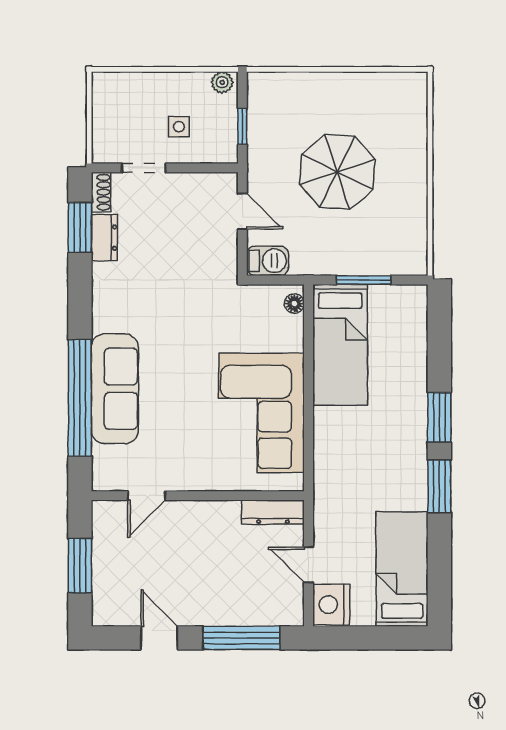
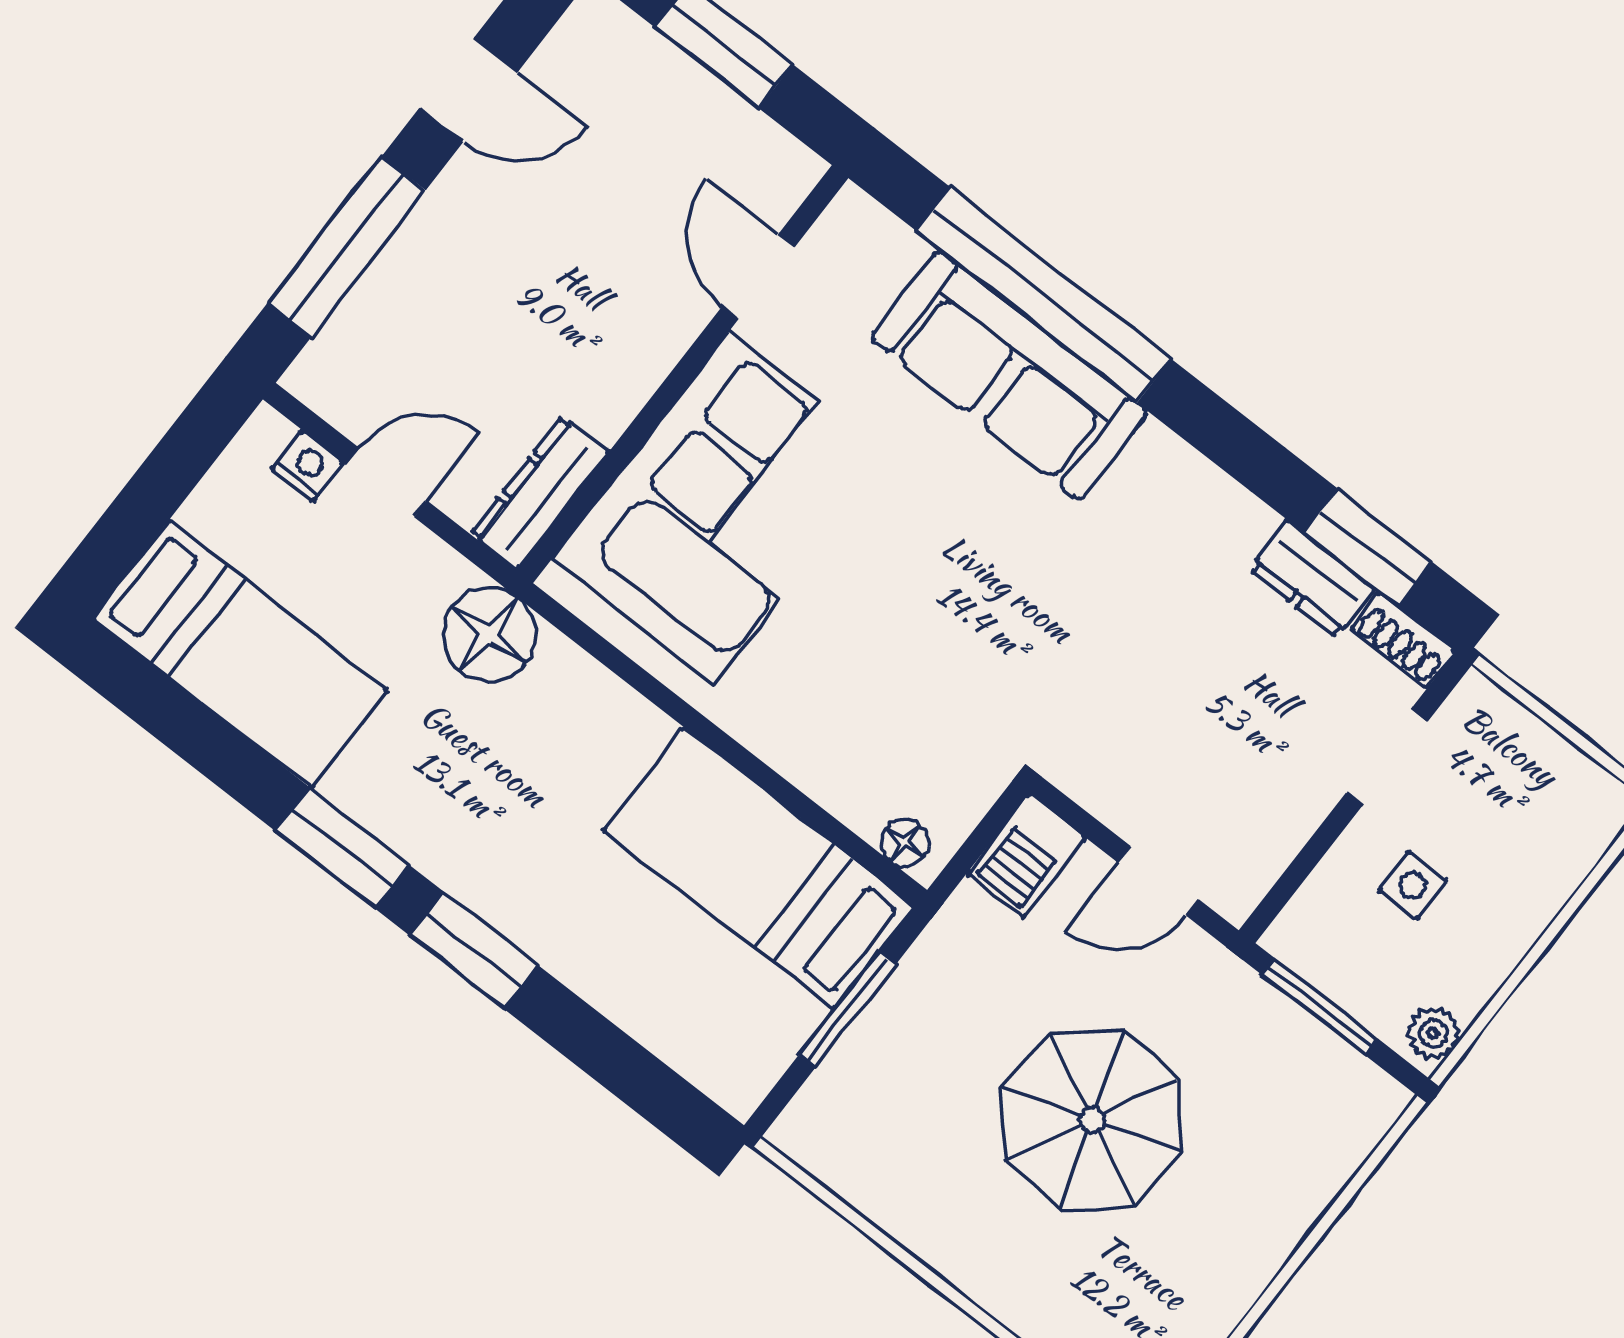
window: (242, 126) -> (1319, 1006), width x1.50
corner sofa: (262, 413) -> (721, 509), moved, turned 90
floor lamp: (332, 493) -> (489, 634), added
nightstand: (331, 605) -> (308, 466), width x0.53, depth x0.56

